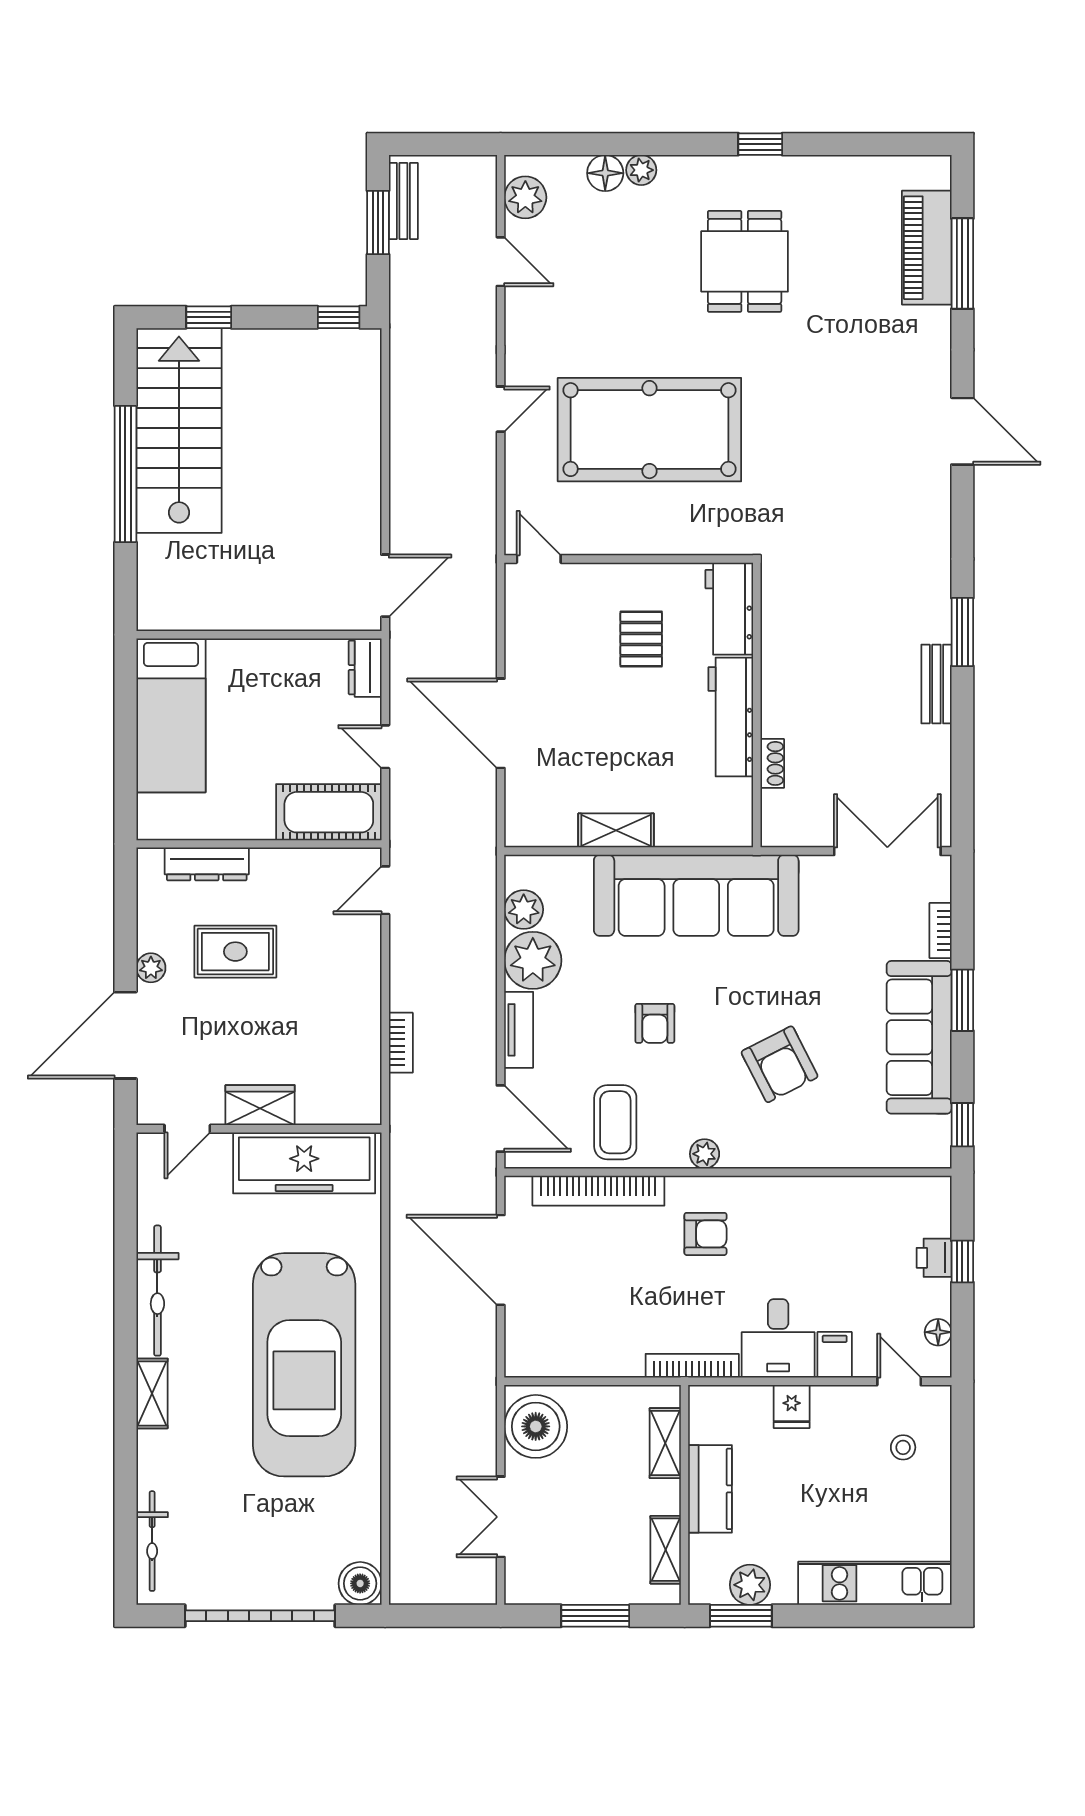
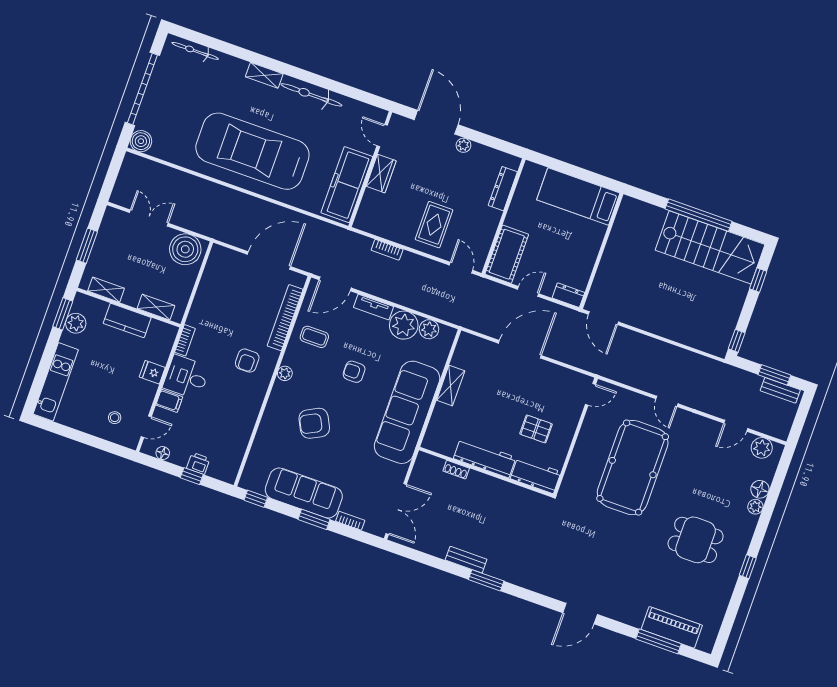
rug: (235, 952) -> (434, 225), moved
coffee table: (615, 1122) -> (314, 337), width x0.73, depth x0.77
bookcase: (692, 1366) -> (185, 340), width x0.64

